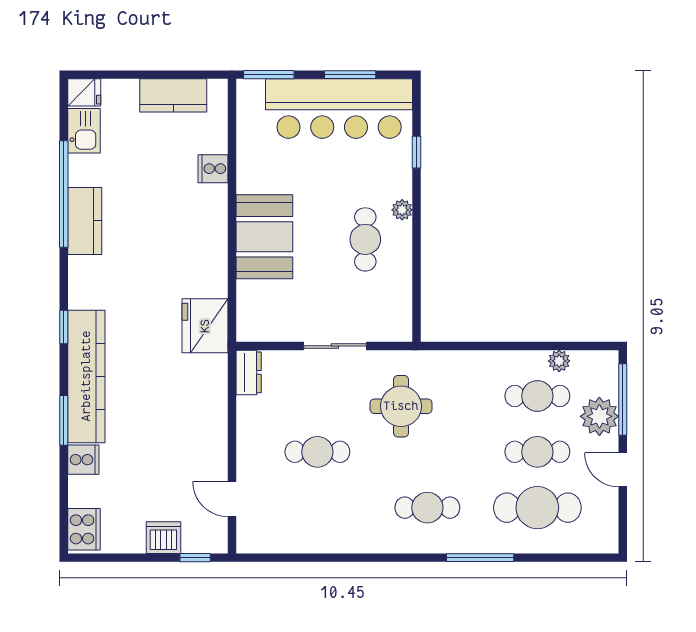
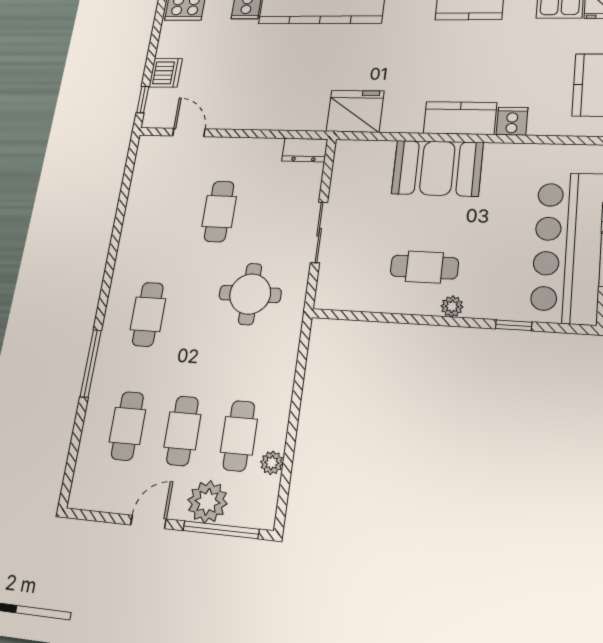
kitchen counter: (211, 220) -> (460, 118), added
door: (232, 499) -> (189, 132), hinge flipped
cafe table: (537, 508) -> (127, 426), width x0.73, depth x0.74

